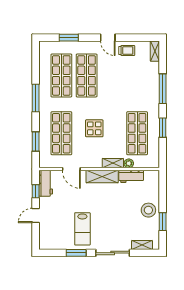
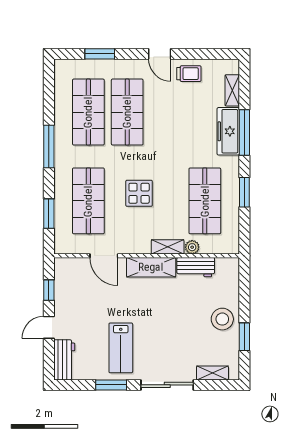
shelving: (155, 51) -> (232, 90), moved
freezer: (152, 88) -> (228, 131), added
workbench: (46, 183) -> (64, 360), moved

